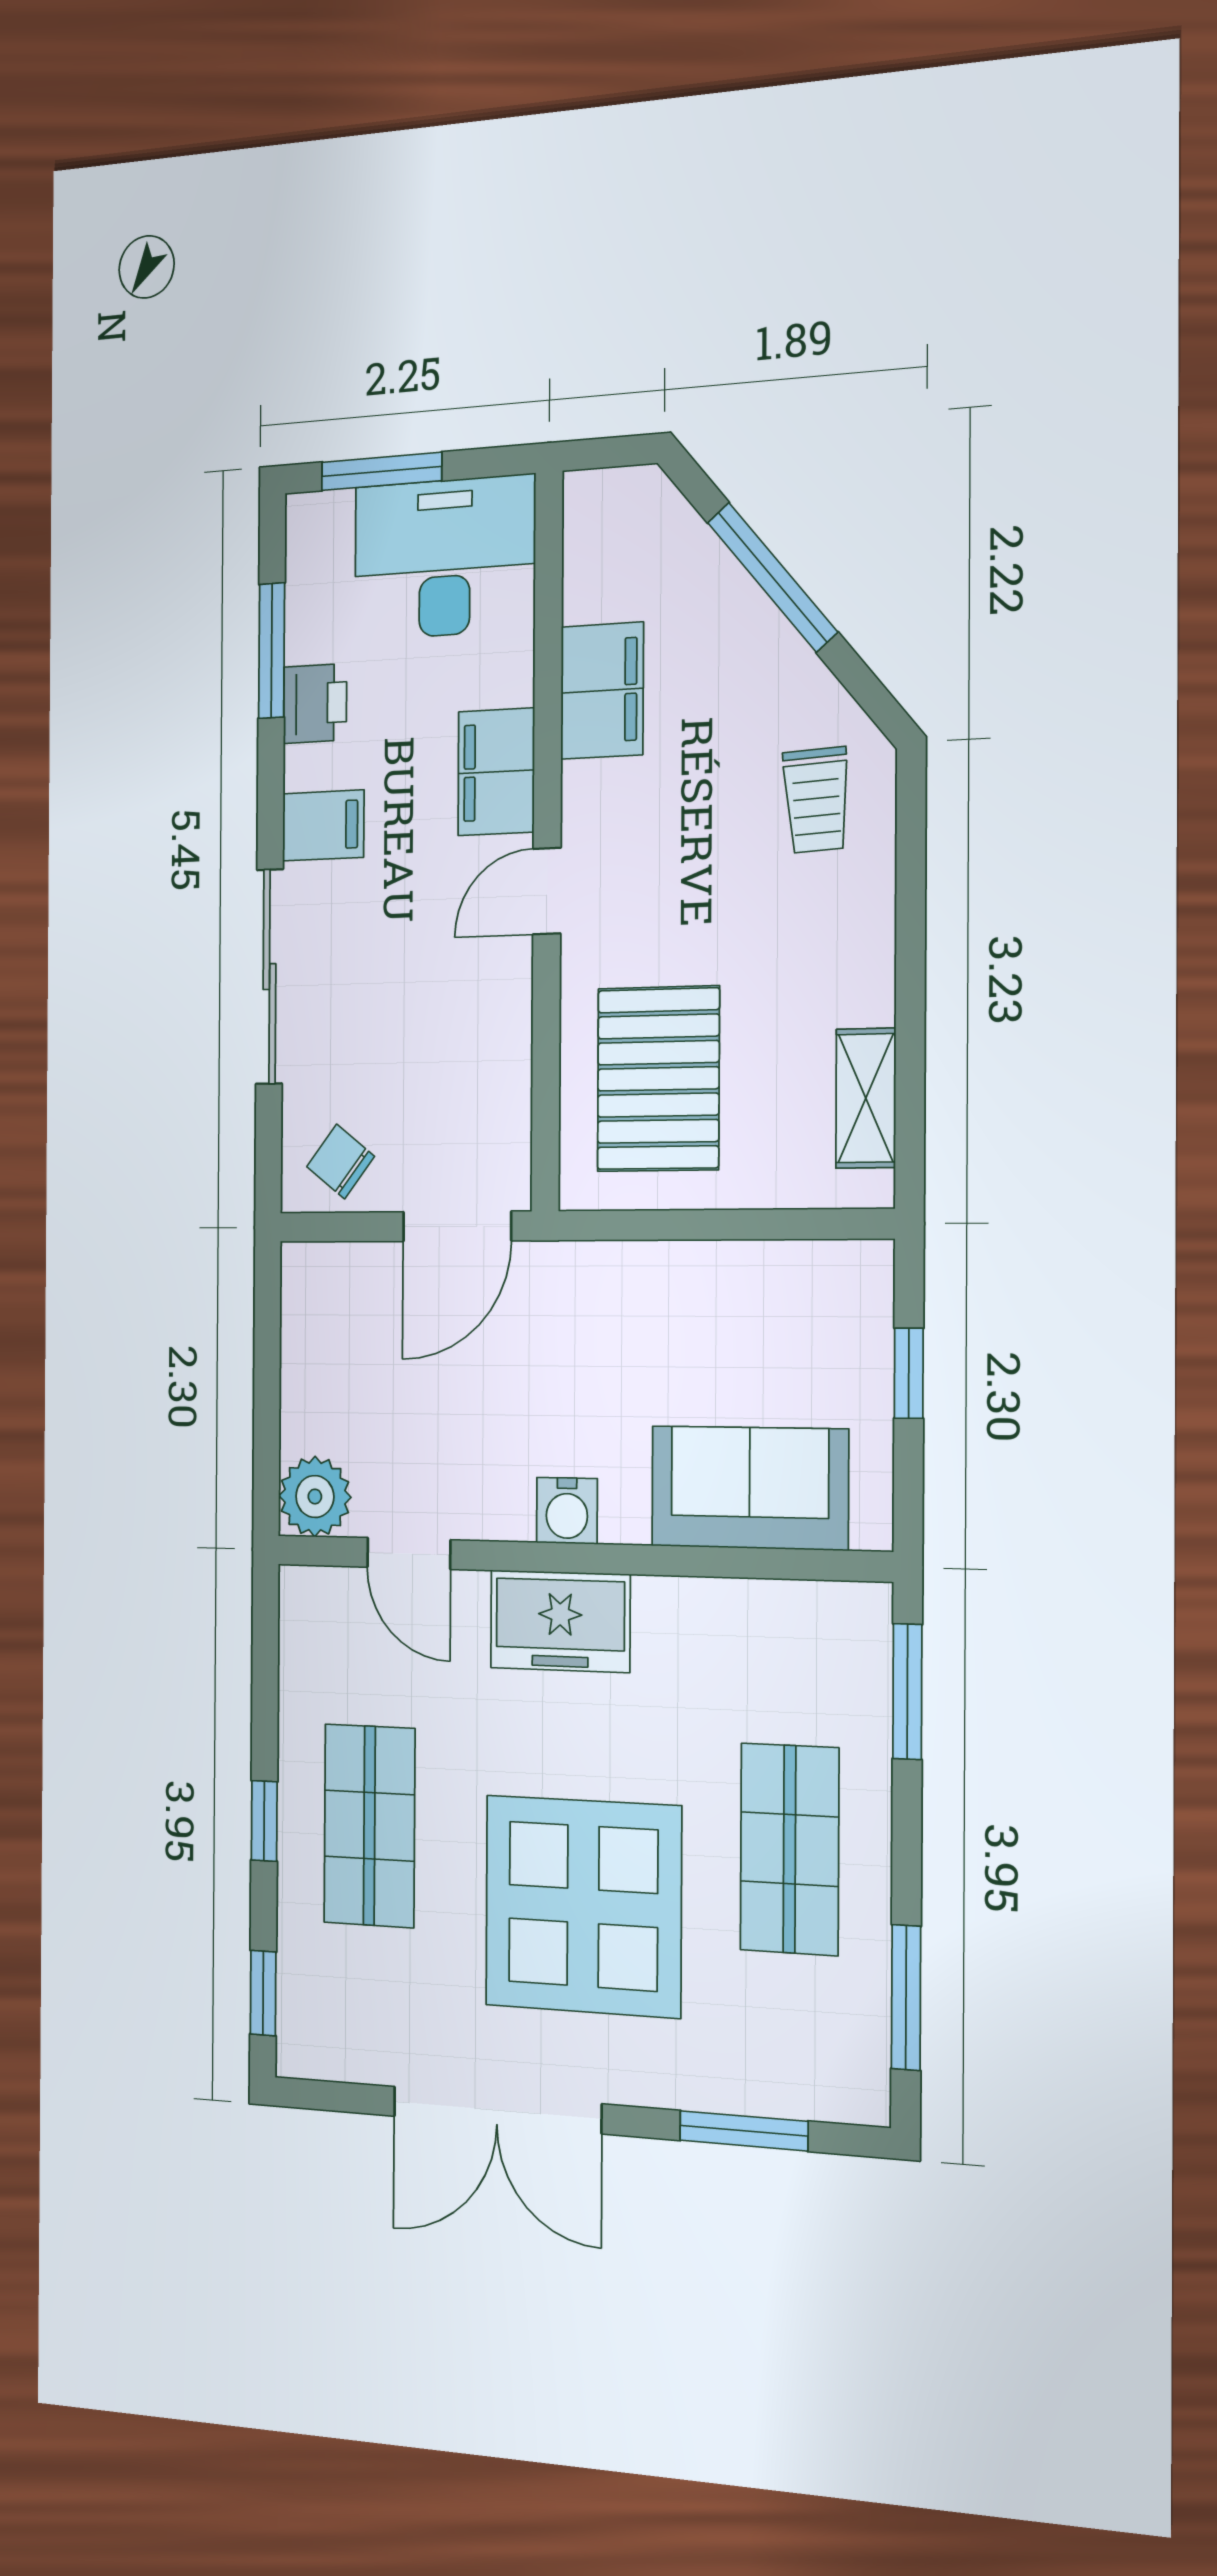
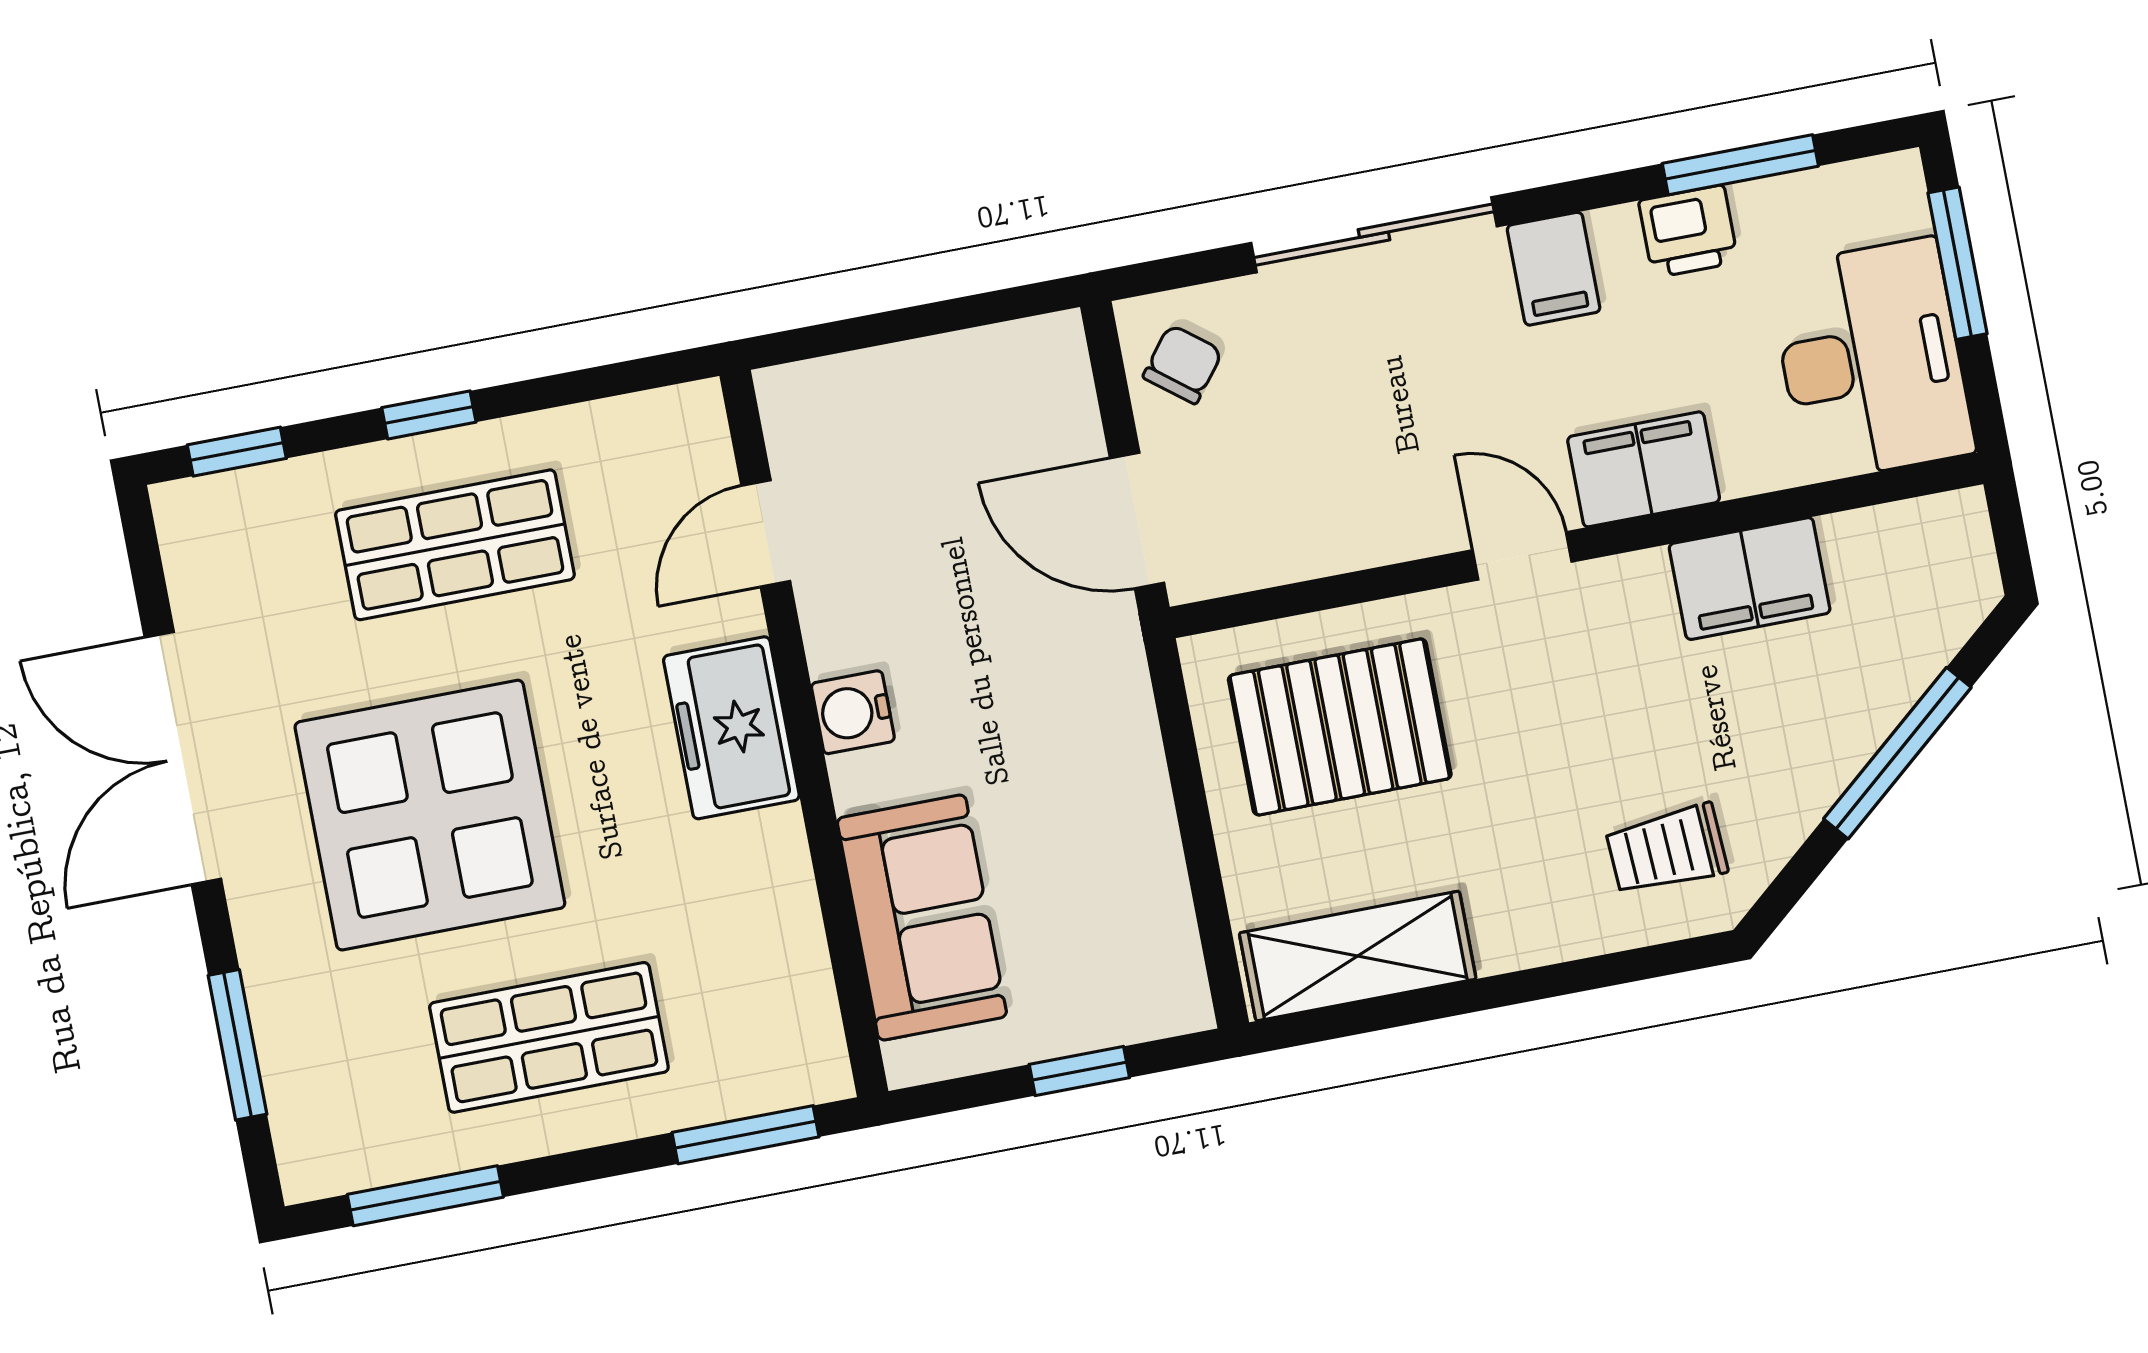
shelving: (866, 1098) -> (1358, 956), width x1.50, depth x1.33
plant: (315, 1497) -> (804, 406), removed

